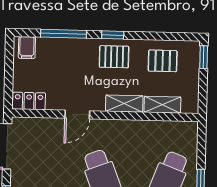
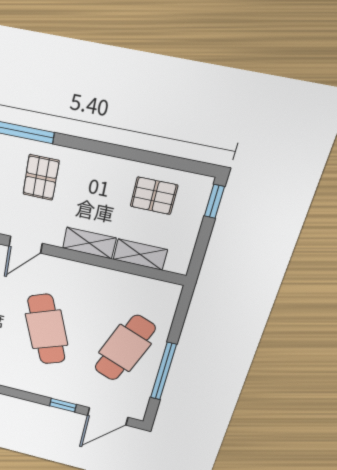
window: (113, 35) -> (90, 146), removed
pallet: (114, 57) -> (41, 177), moved, turned 90

